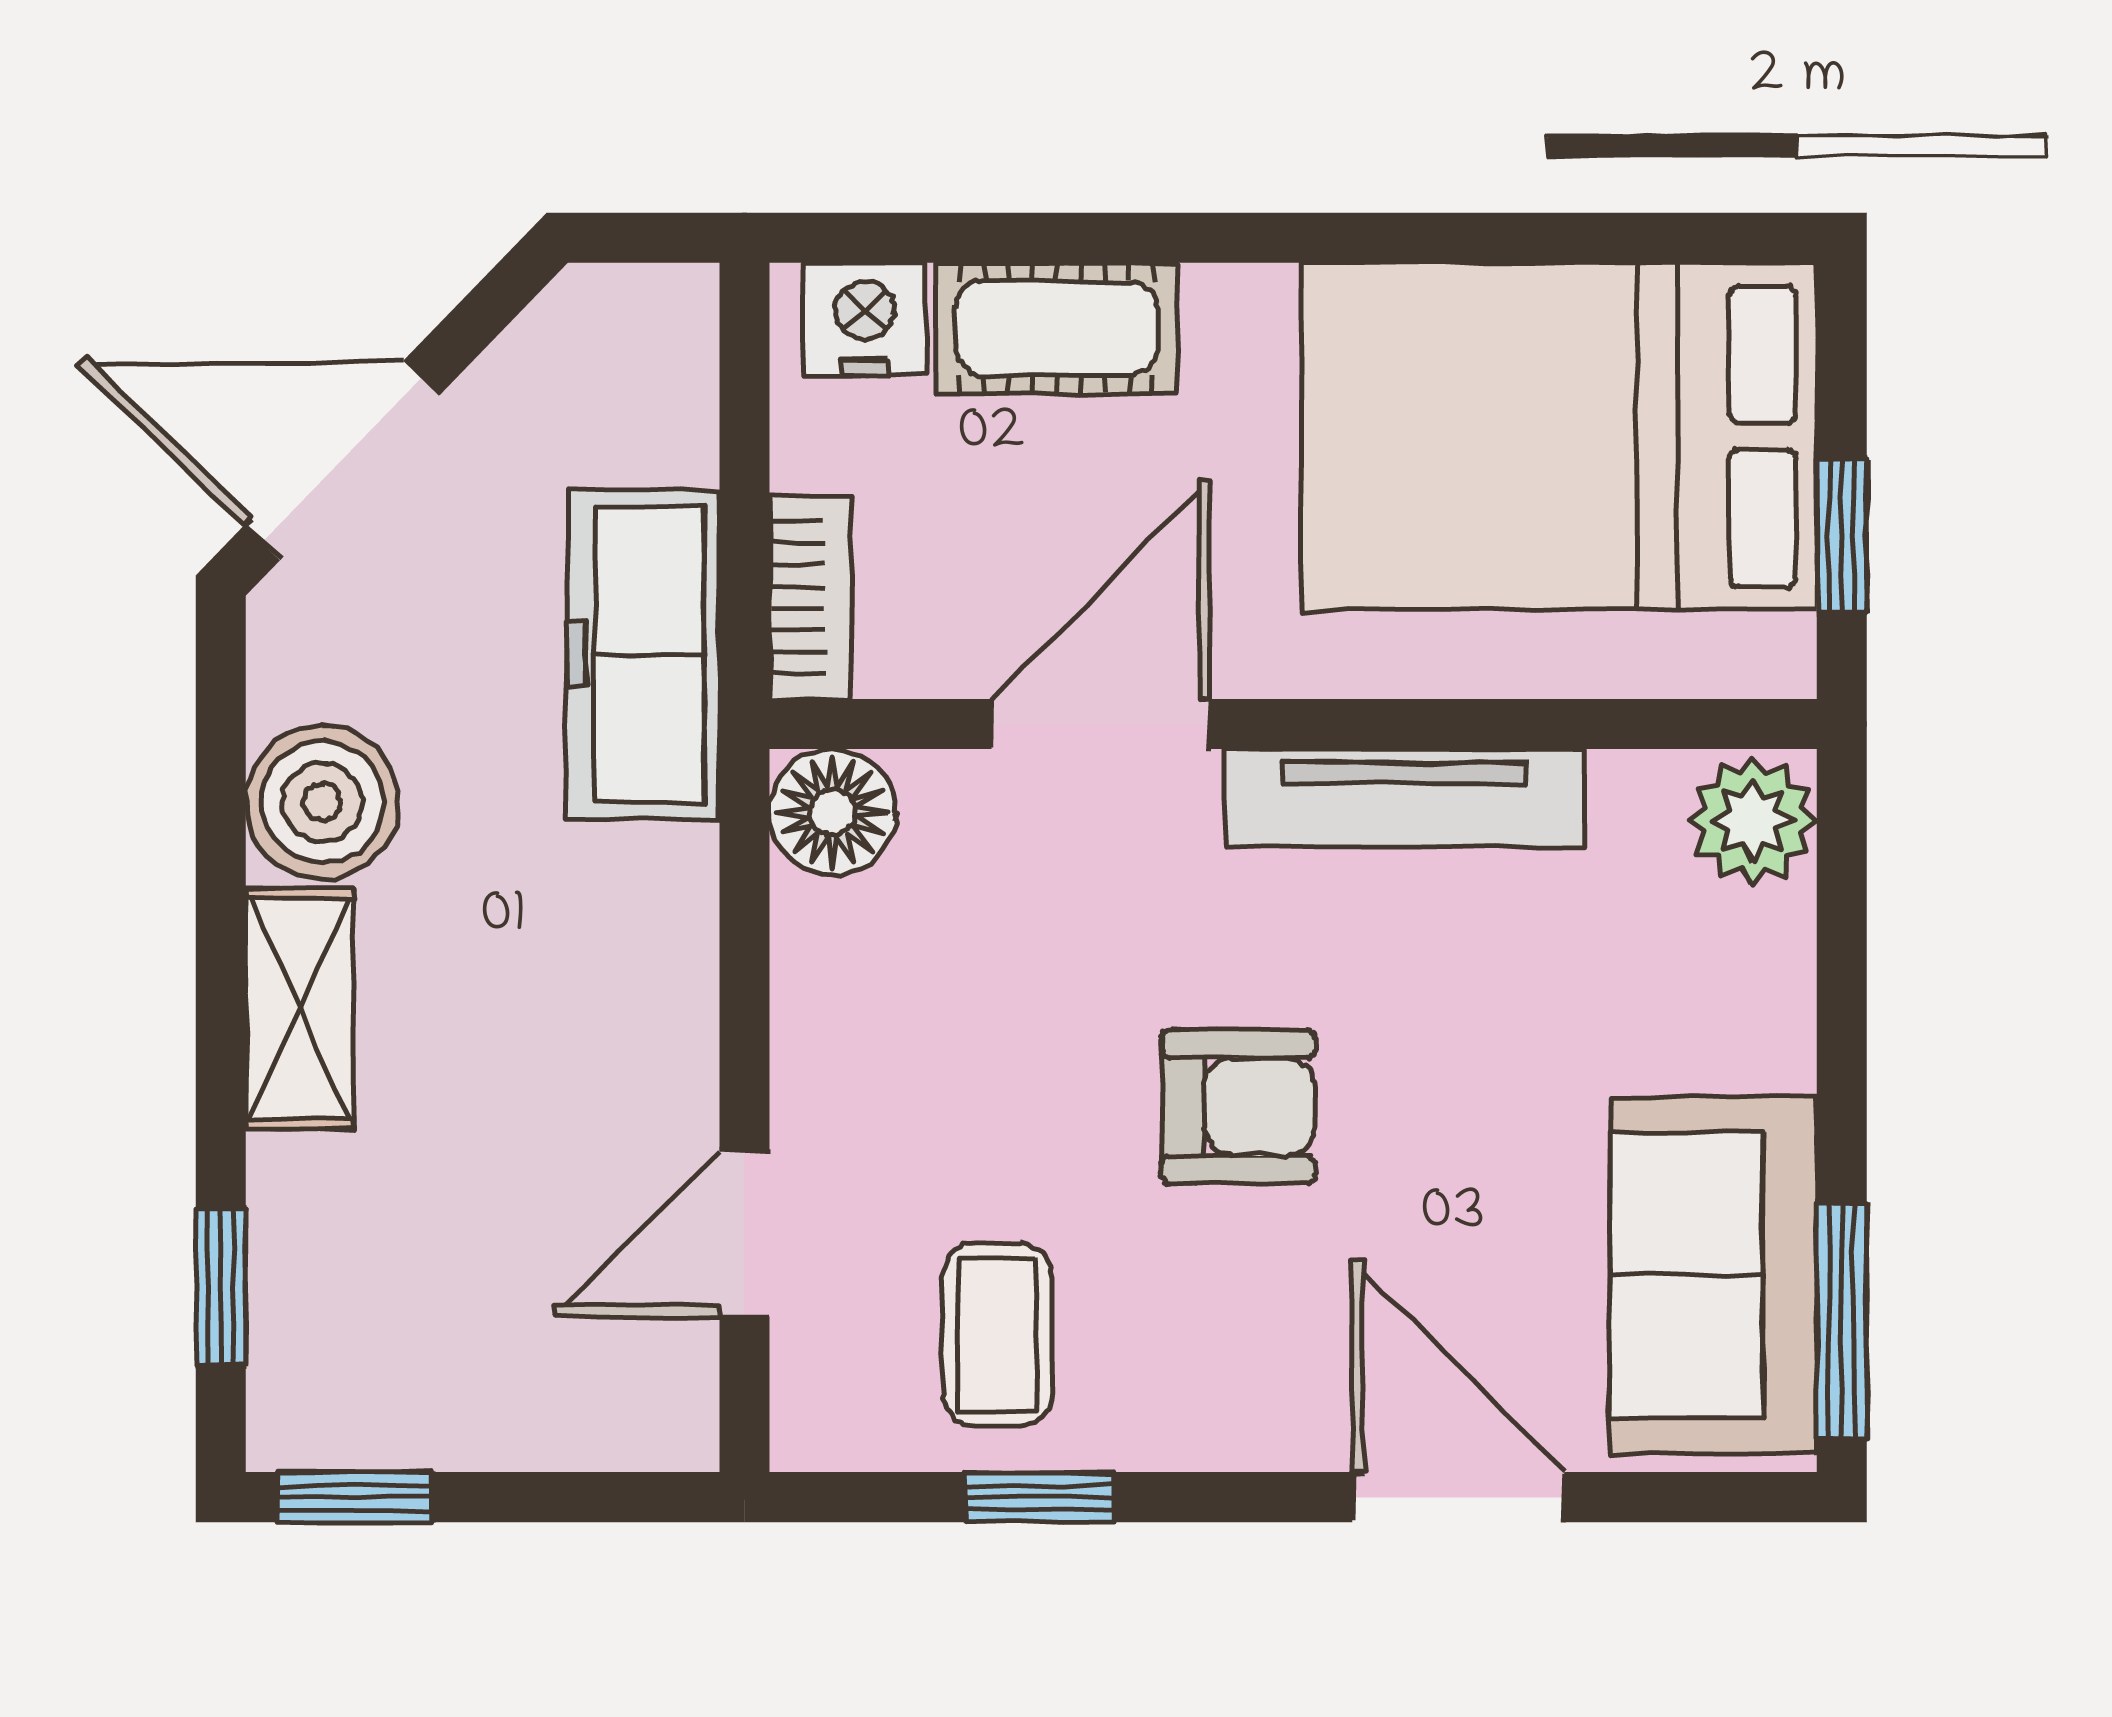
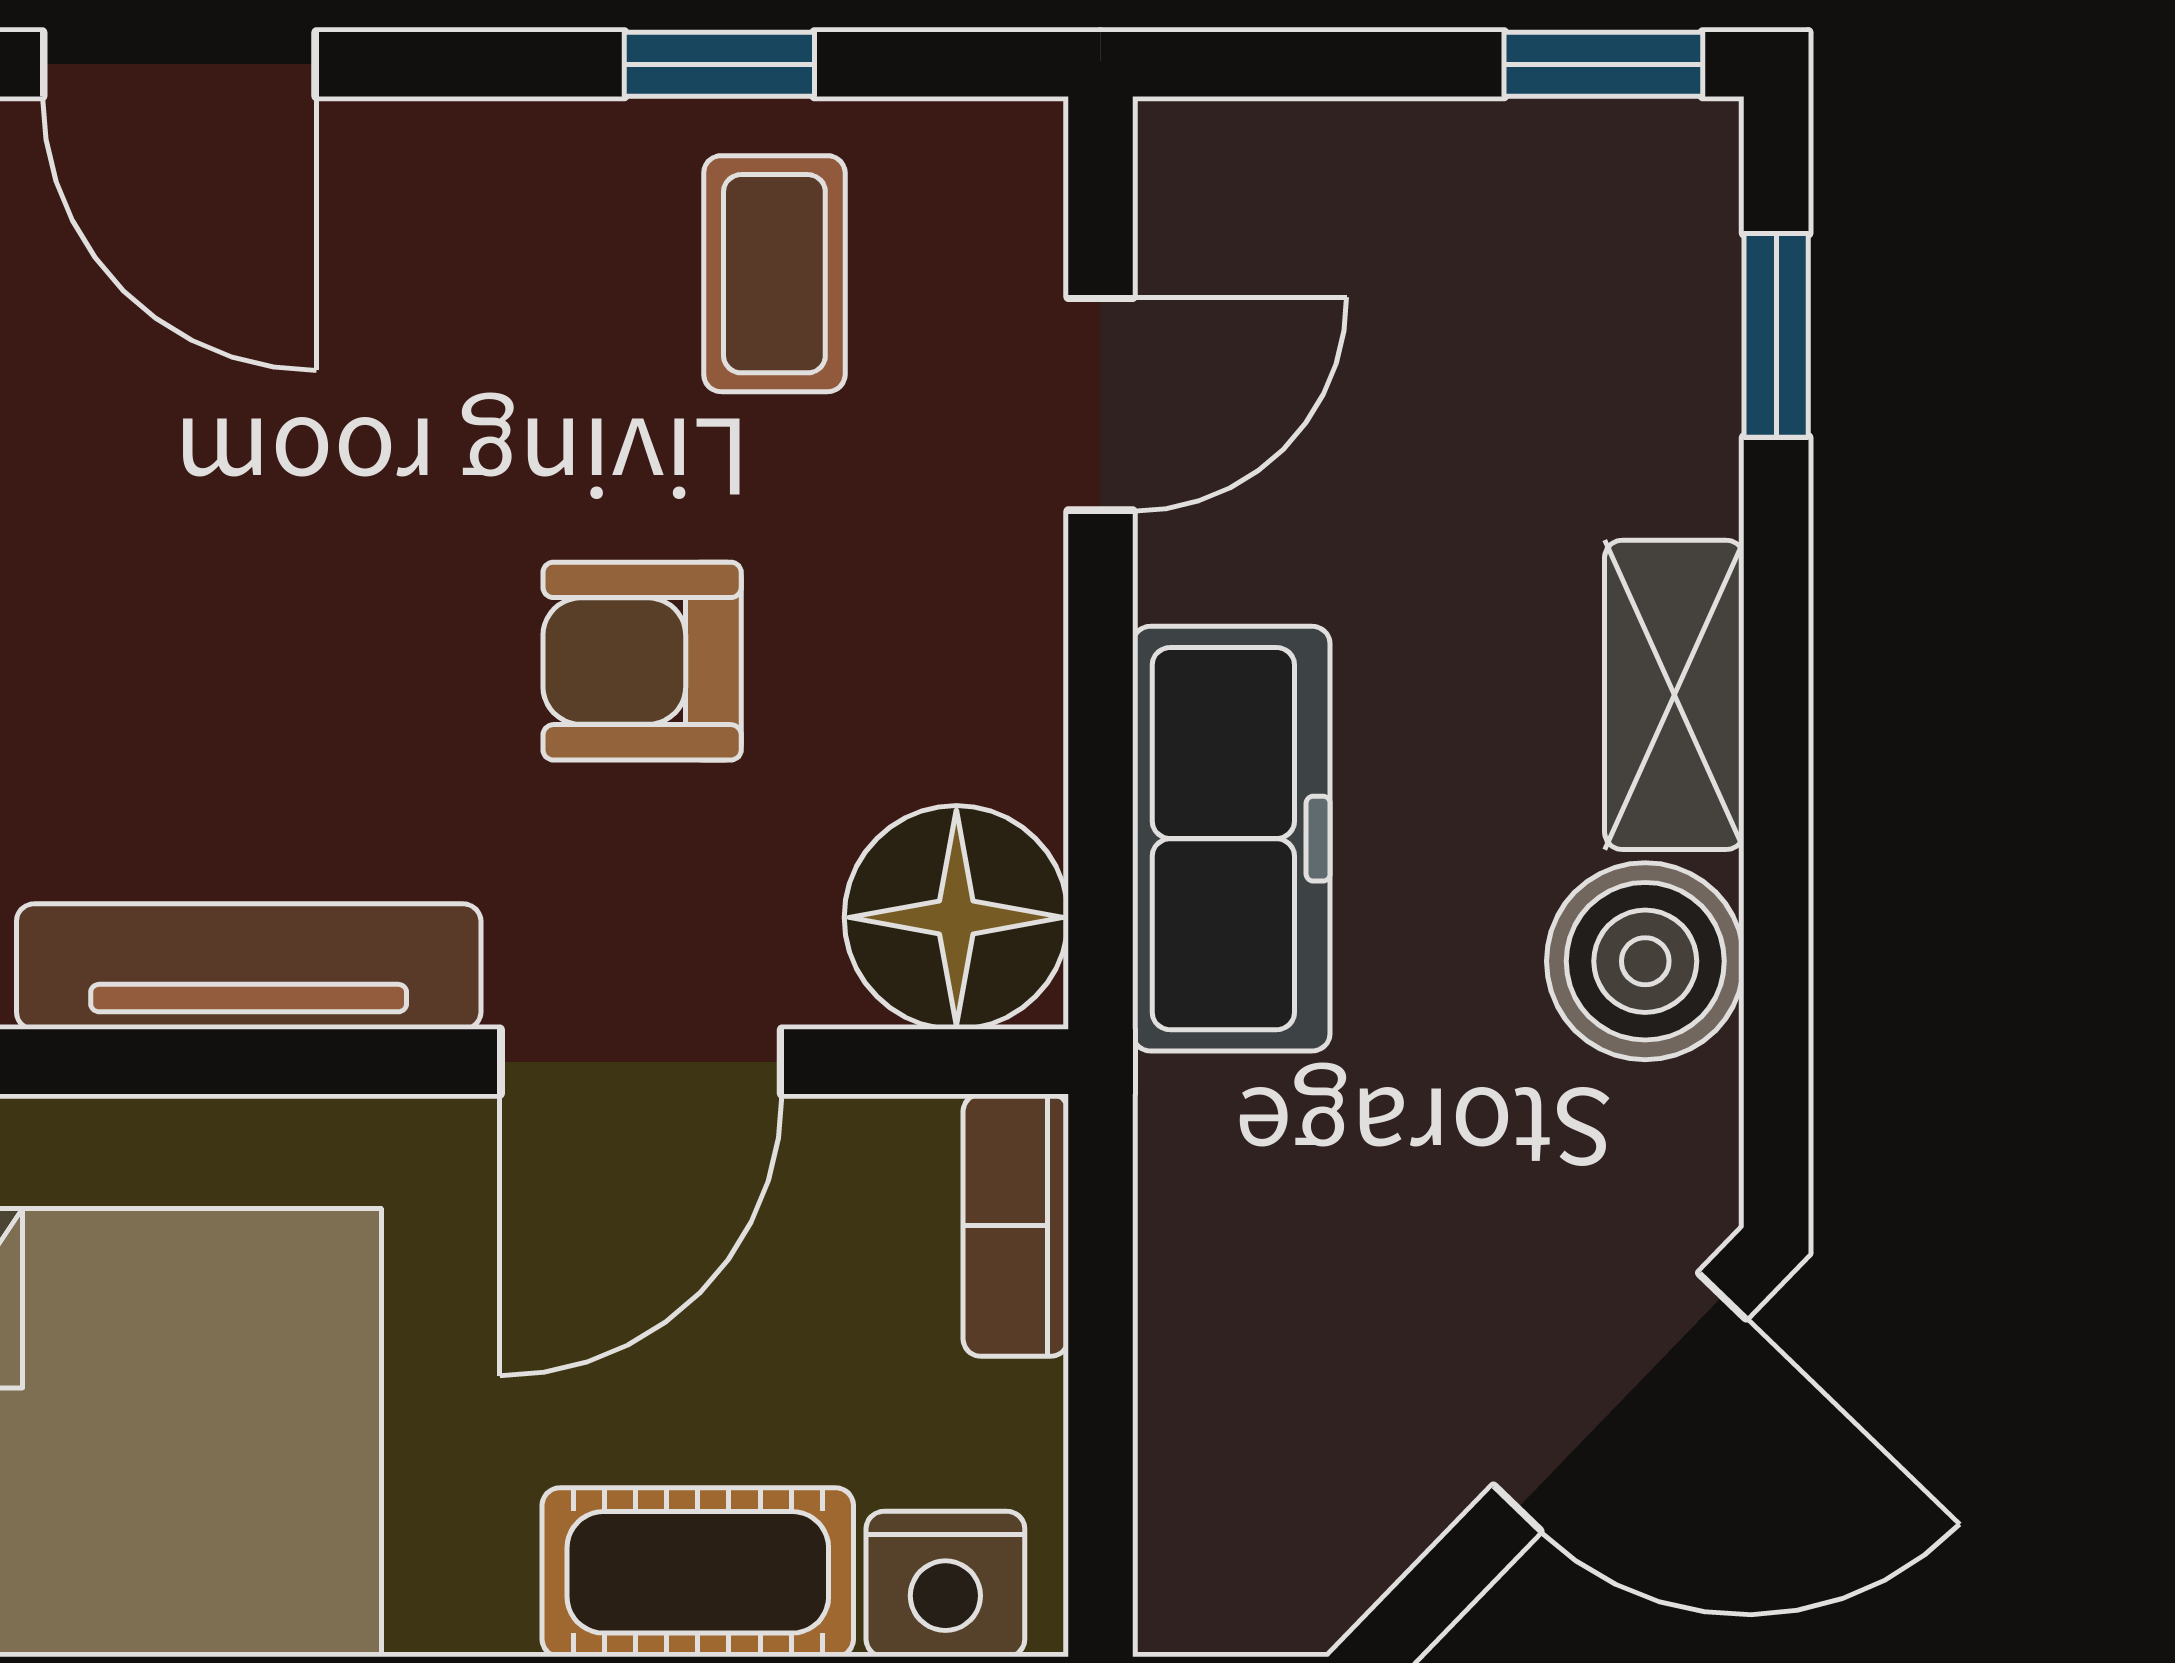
freezer: (643, 655) -> (1231, 839), moved
floor lamp: (833, 812) -> (956, 917), width x1.38, depth x1.38
armchair: (1238, 1107) -> (642, 661), moved

